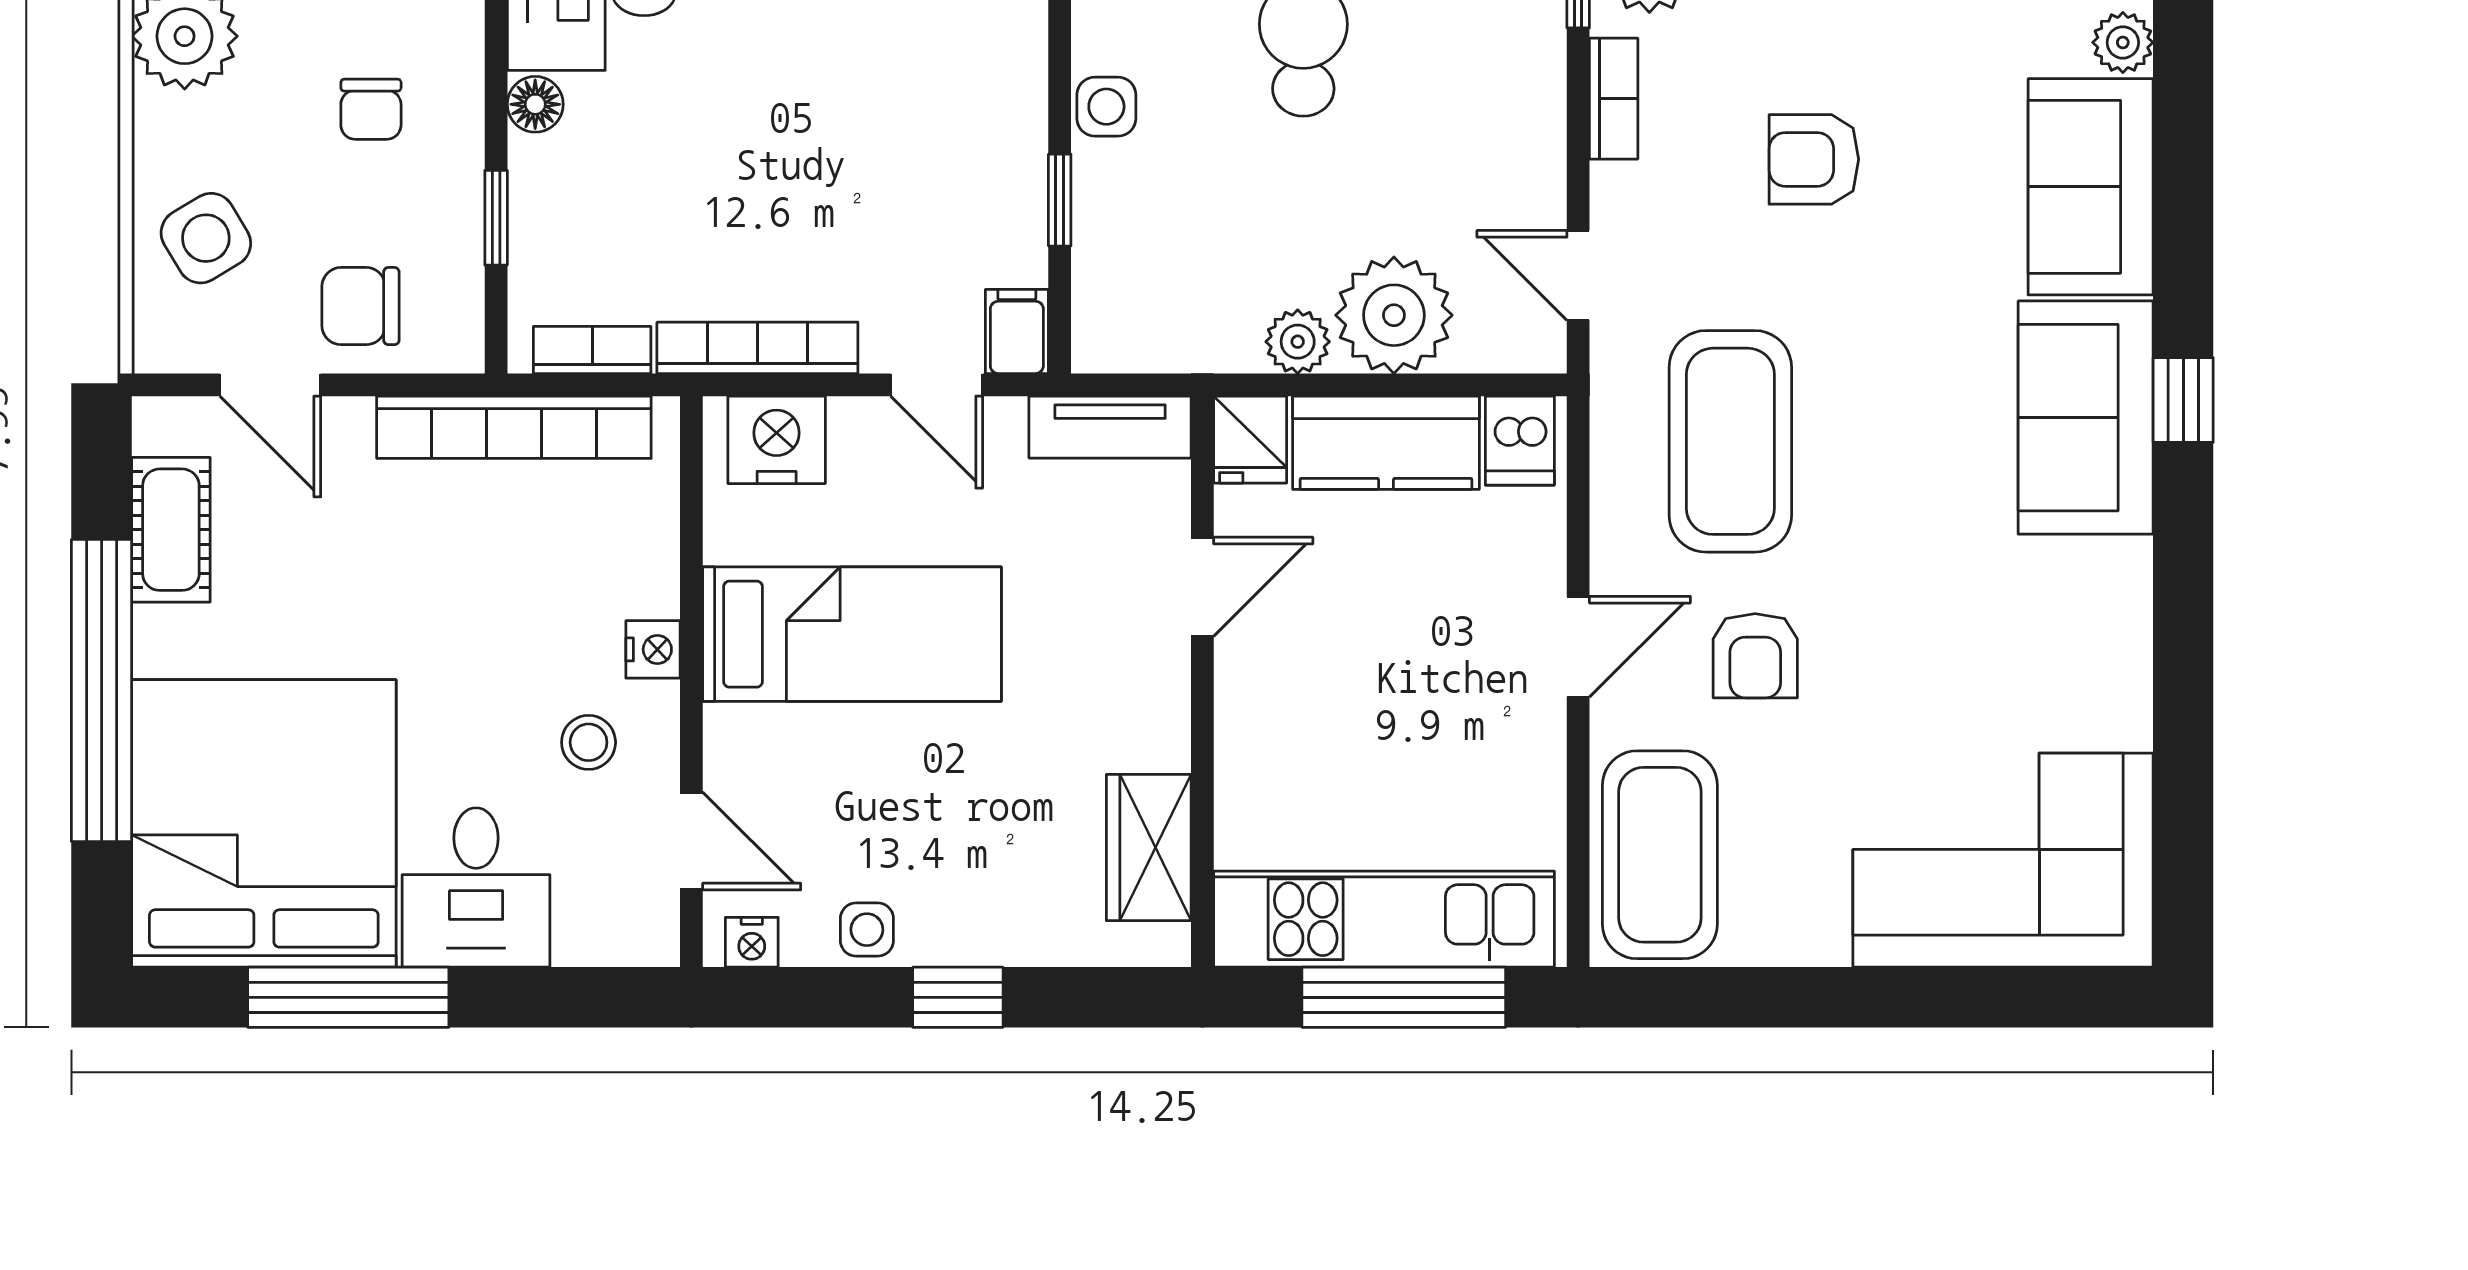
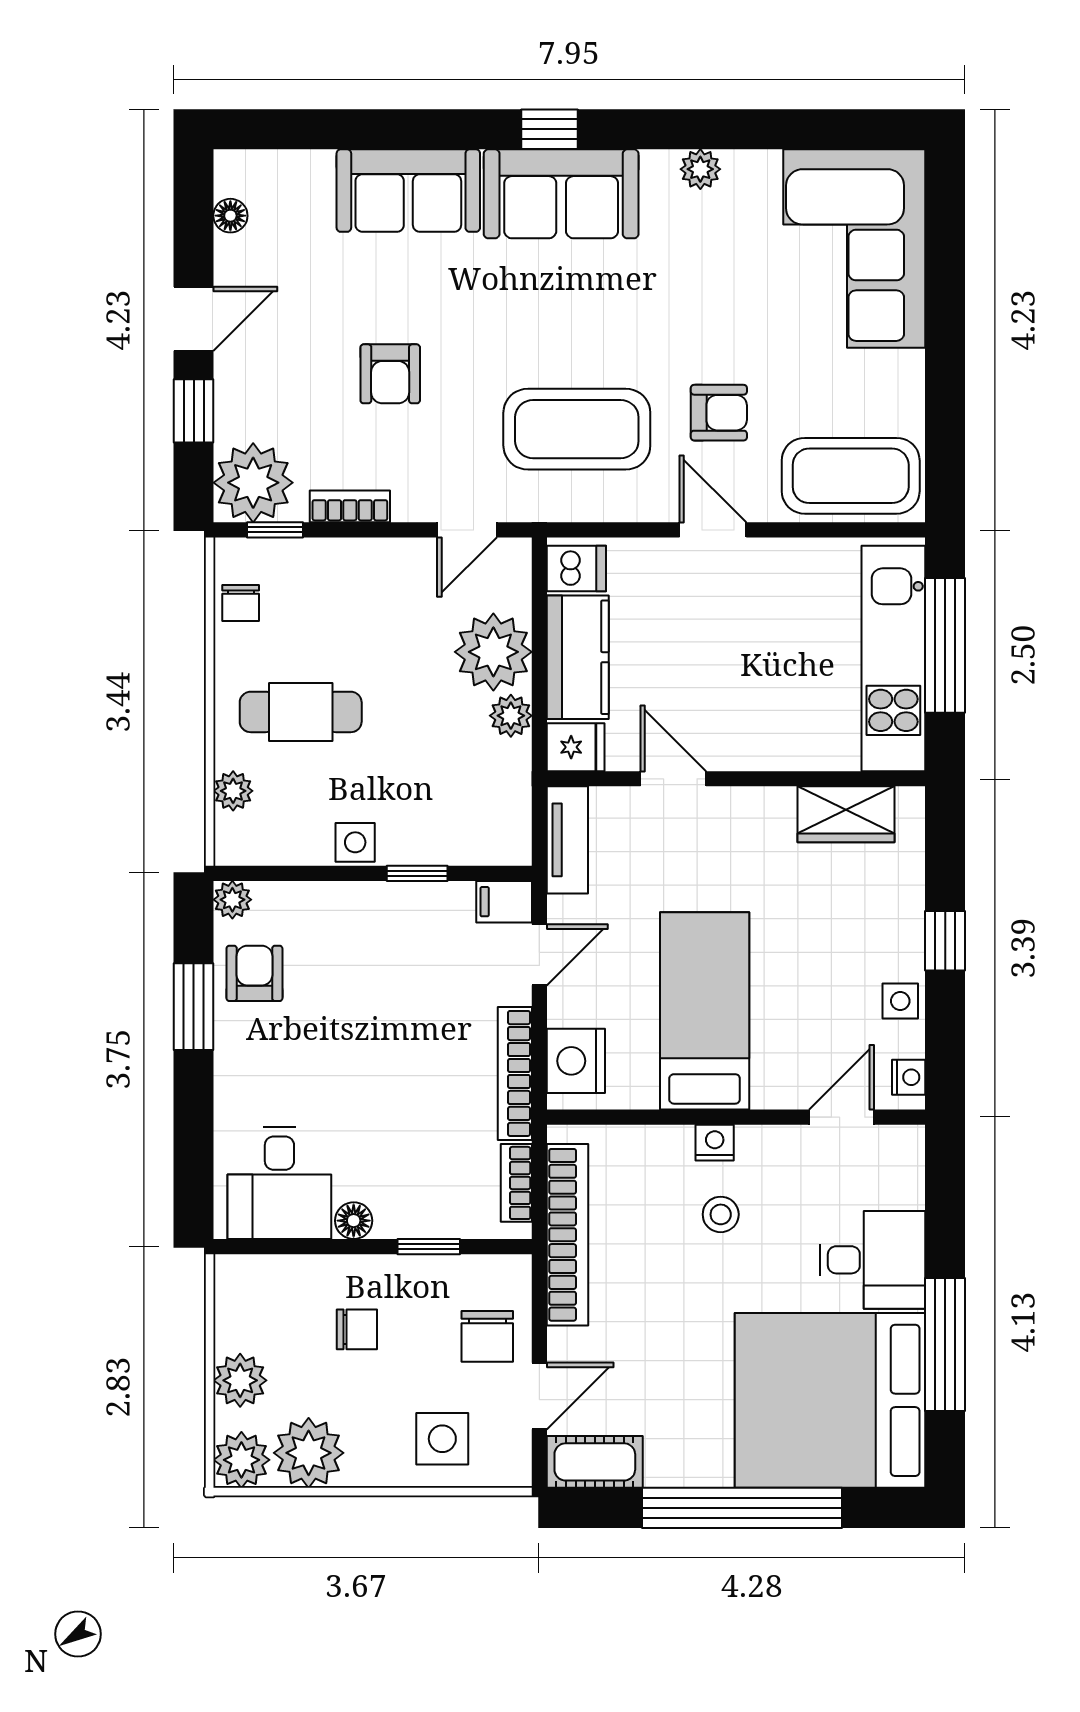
plant: (2123, 42) -> (700, 169), moved
side table: (206, 238) -> (442, 1439), turned 31
cot: (171, 530) -> (595, 1462), moved
stool: (589, 742) -> (721, 1214), moved

